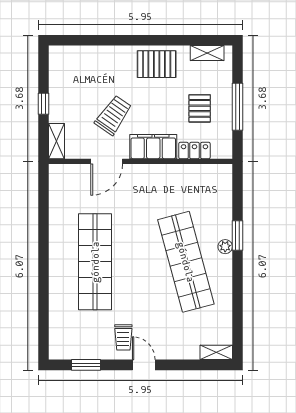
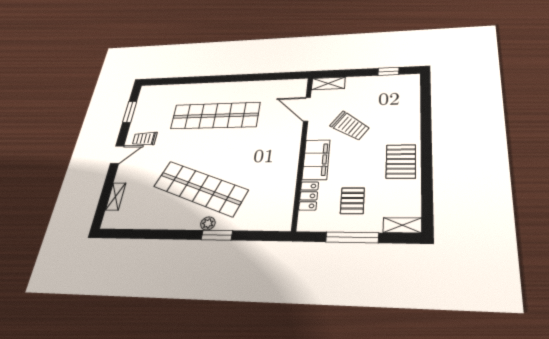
shelving: (207, 53) -> (402, 225), moved, turned 90
window: (43, 104) -> (388, 71), moved
pallet: (200, 108) -> (352, 201), turned 90
door: (107, 161) -> (307, 109), moved
shop shelf: (186, 262) -> (200, 188), turned 36
shelving: (216, 352) -> (116, 196), moved

